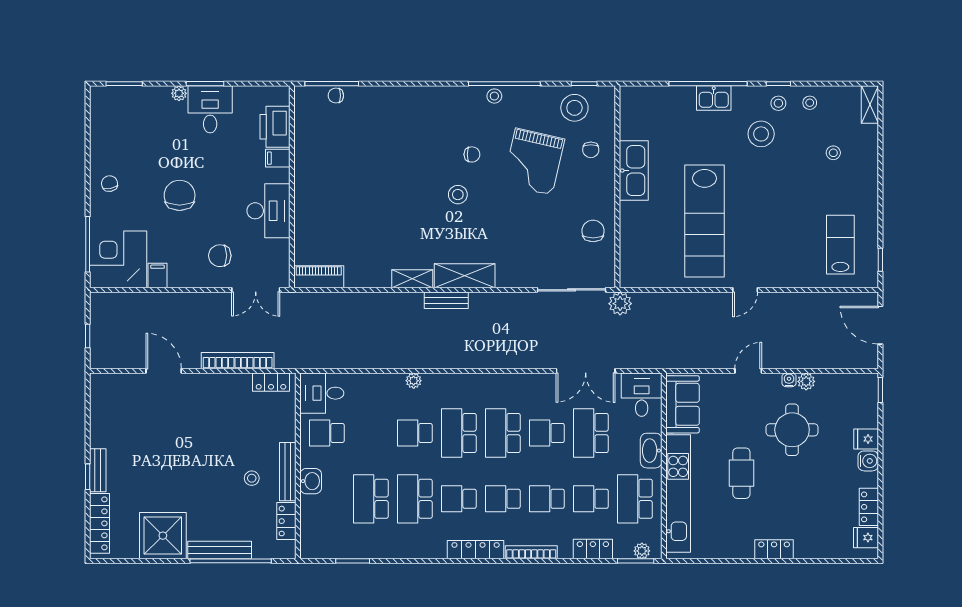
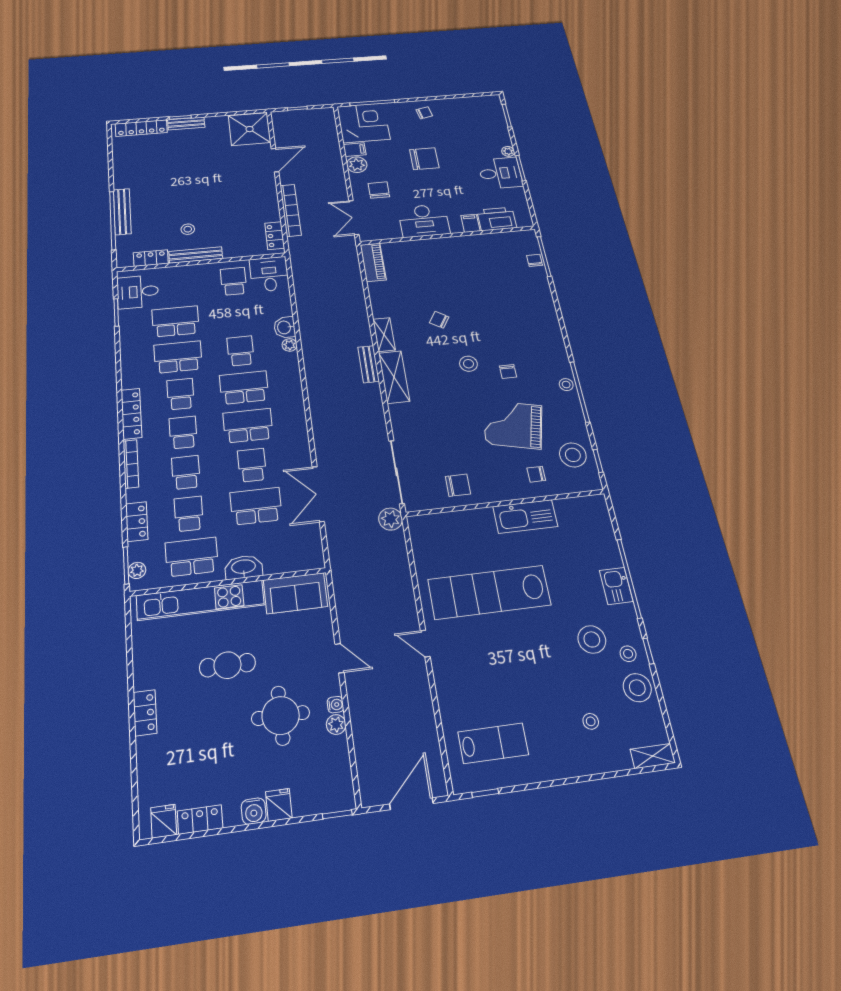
stool: (810, 103) -> (637, 688), width x1.89, depth x1.89
chair: (401, 216) -> (439, 320), added
plant: (180, 276) -> (357, 165), added
desk: (642, 395) -> (138, 292), moved, turned 180
washbasin: (311, 481) -> (285, 327), moved, turned 90
shower: (163, 536) -> (250, 129), moved

